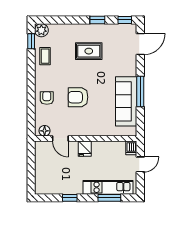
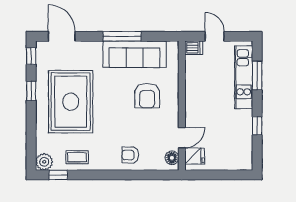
rug: (89, 51) -> (71, 102), width x1.86, depth x2.06
armchair: (78, 97) -> (147, 96), moved
fridge: (85, 149) -> (195, 156), moved

